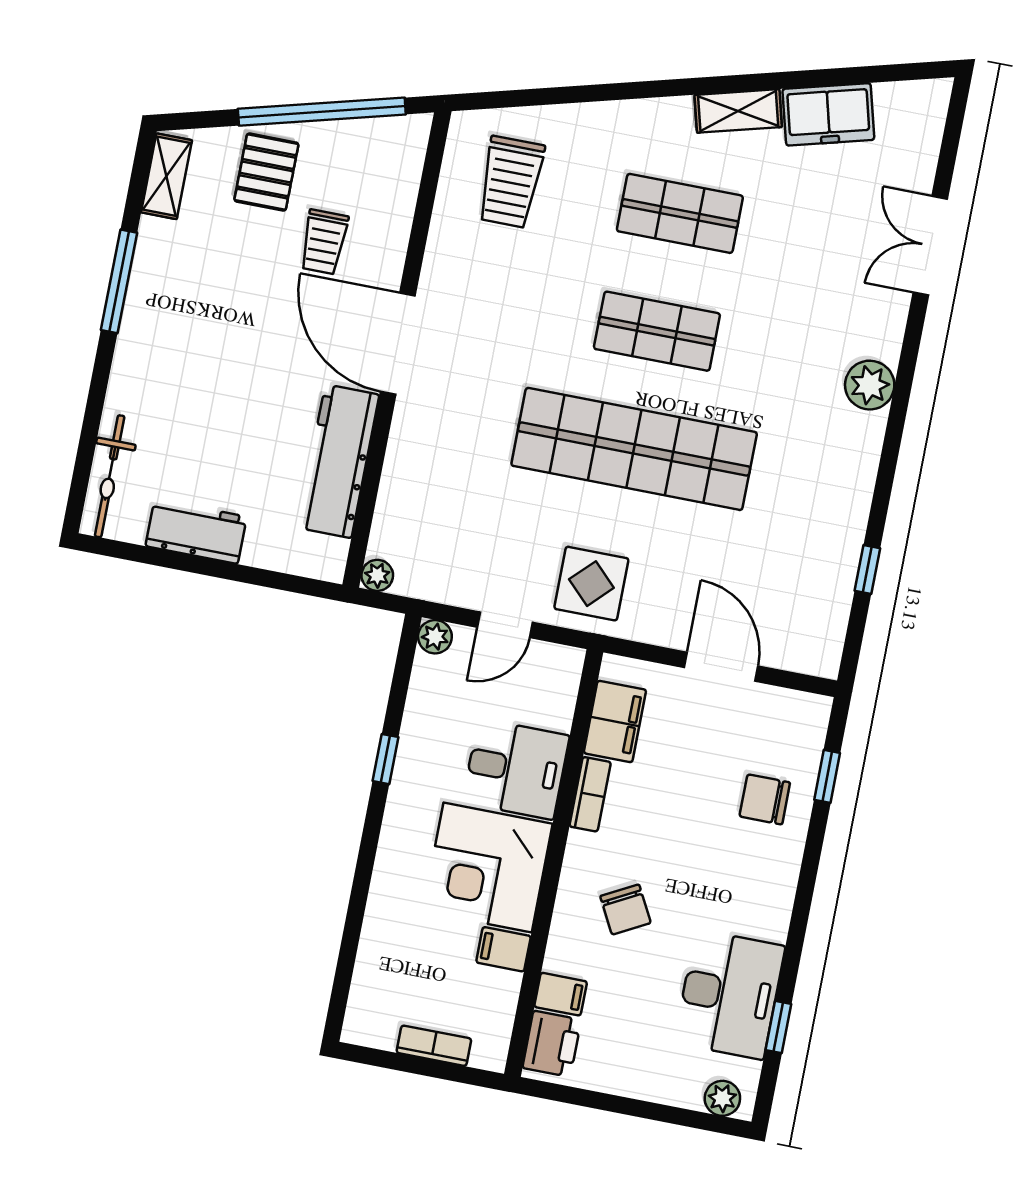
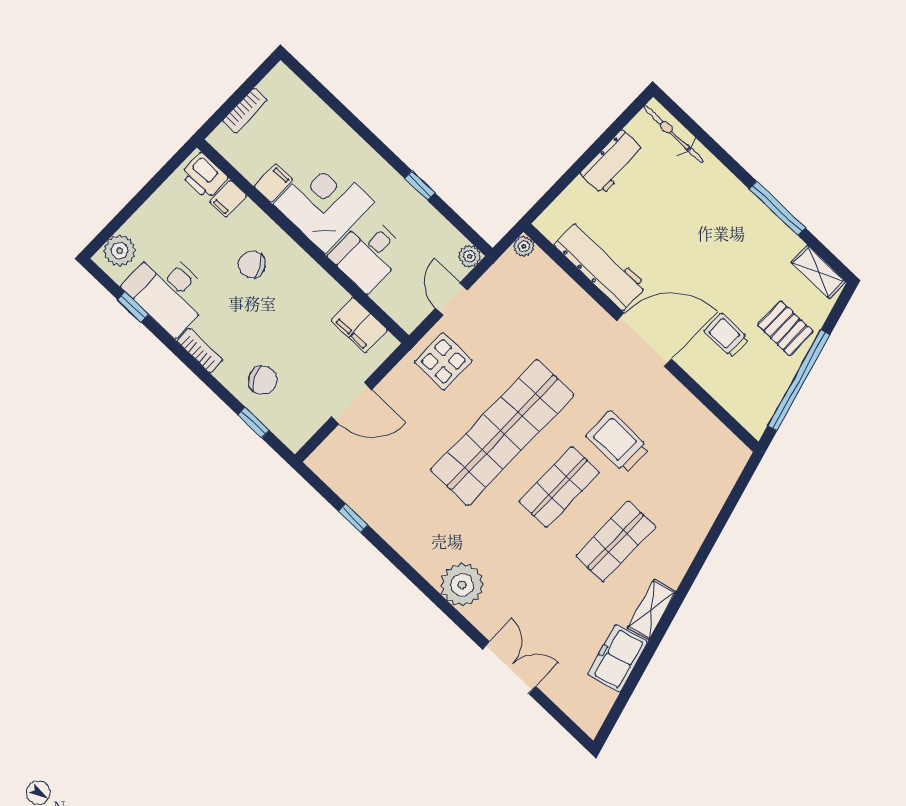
trolley: (511, 182) -> (618, 442), moved
plant: (870, 385) -> (462, 585), width x1.36, depth x1.36
bookcase: (590, 794) -> (200, 351), moved, turned 180
chair: (765, 799) -> (263, 380), turned 64
plant: (722, 1098) -> (120, 251), width x1.38, depth x1.38

